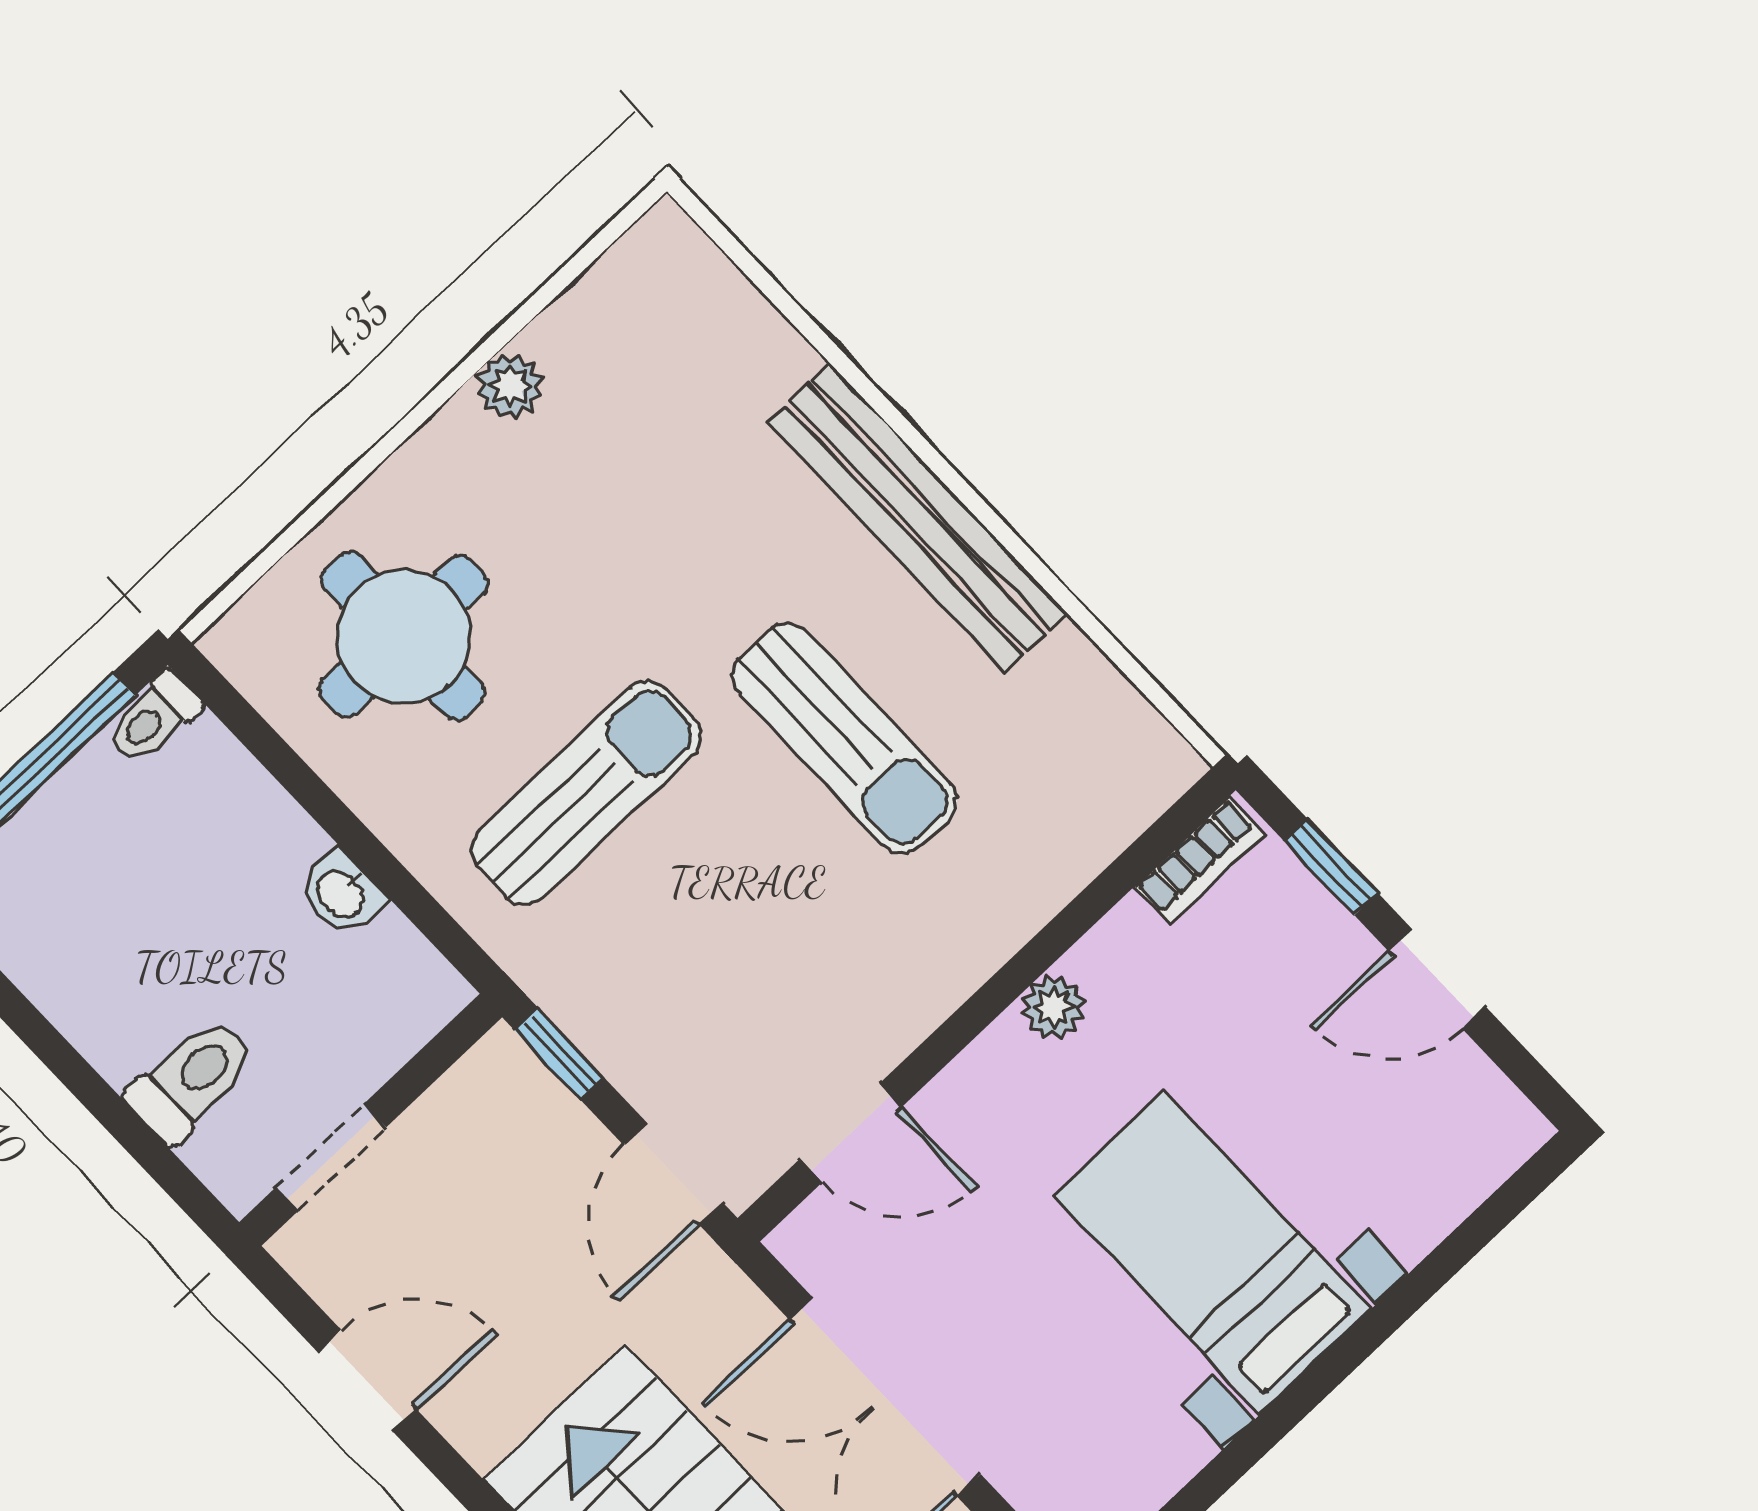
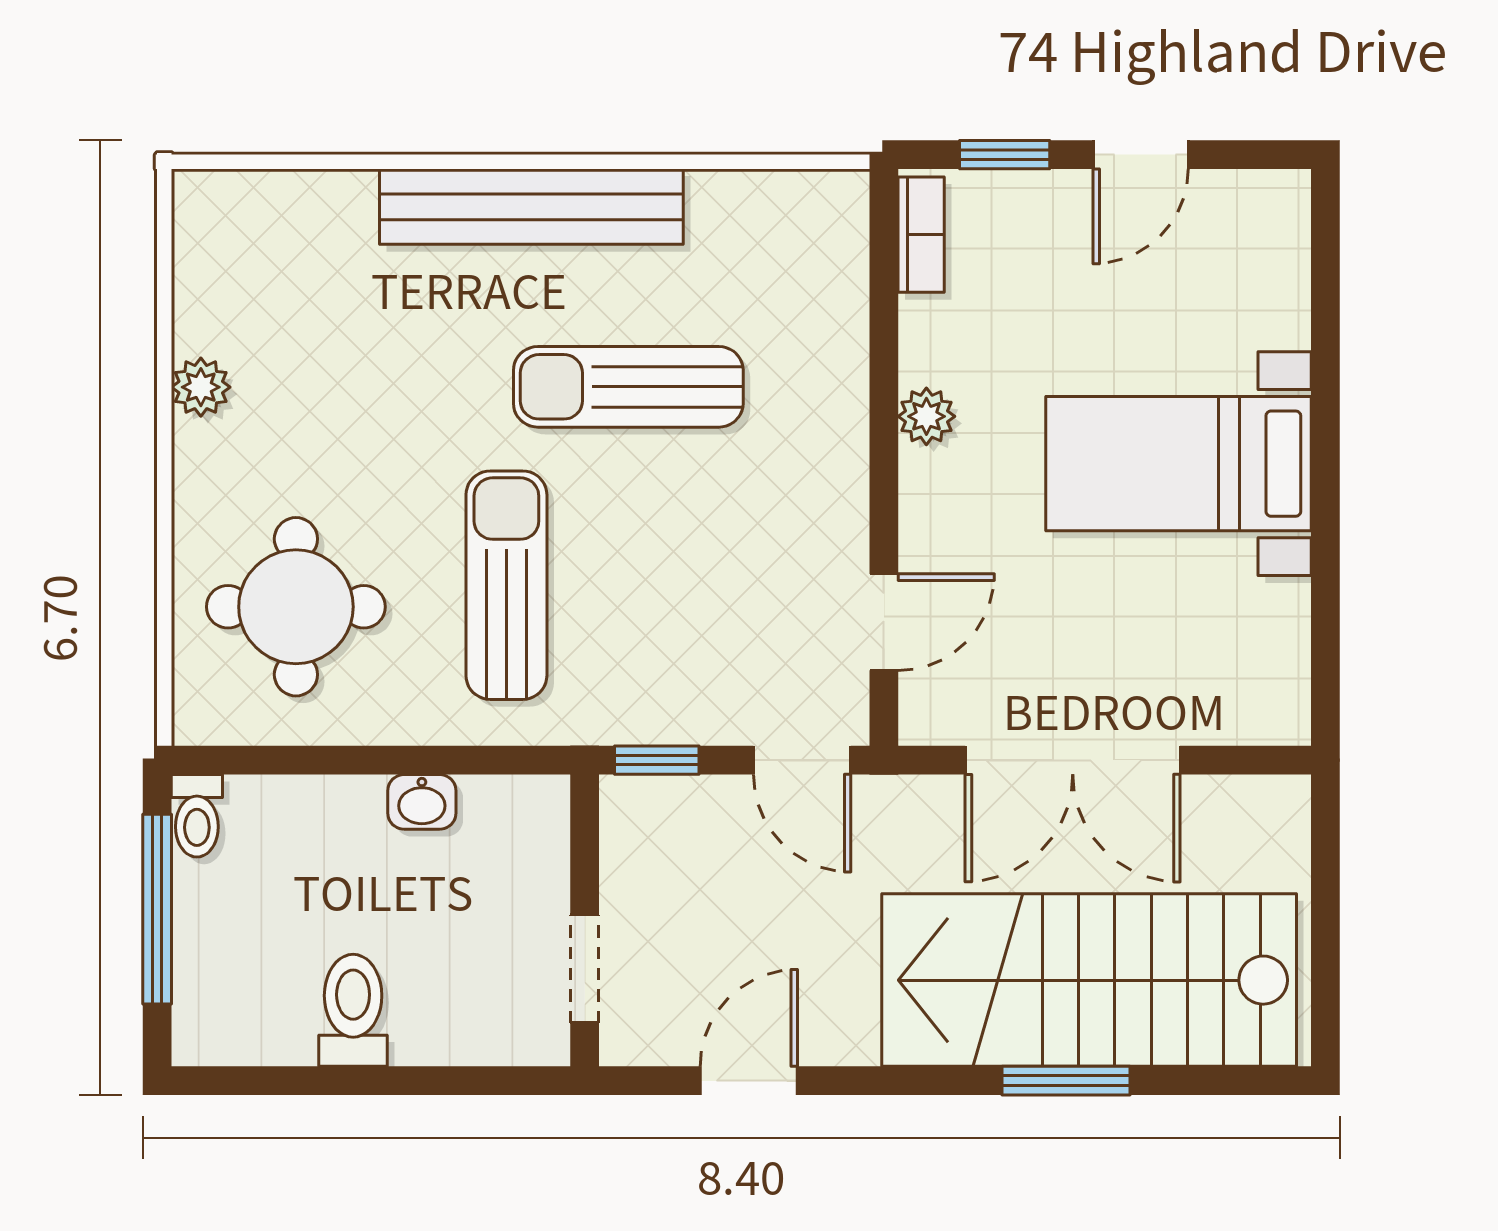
sun lounger: (845, 738) -> (628, 387), turned 180
toilet: (192, 1080) -> (353, 1010), moved

